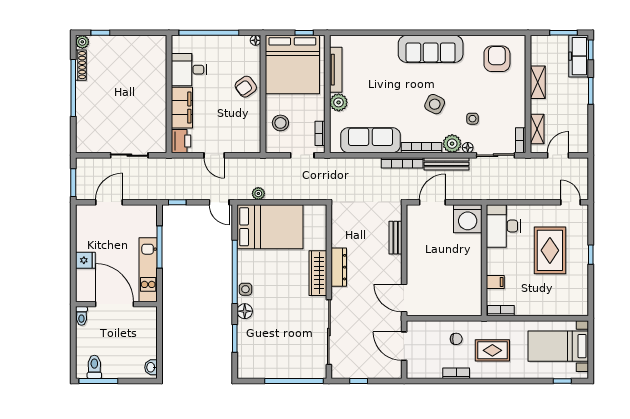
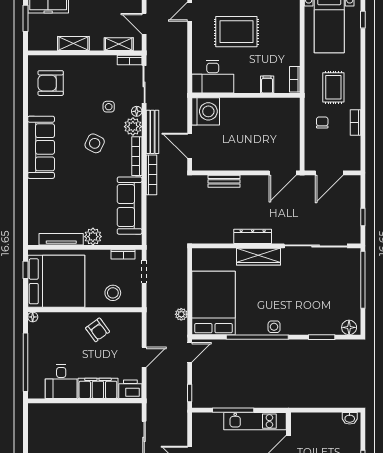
armchair: (246, 87) -> (98, 330), moved
floor lamp: (245, 311) -> (349, 327), moved

